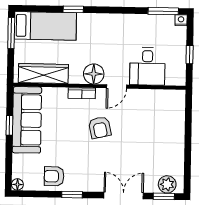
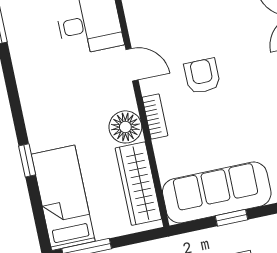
floor lamp: (94, 74) -> (125, 127), moved
armchair: (100, 127) -> (202, 76), turned -77

